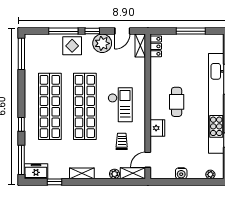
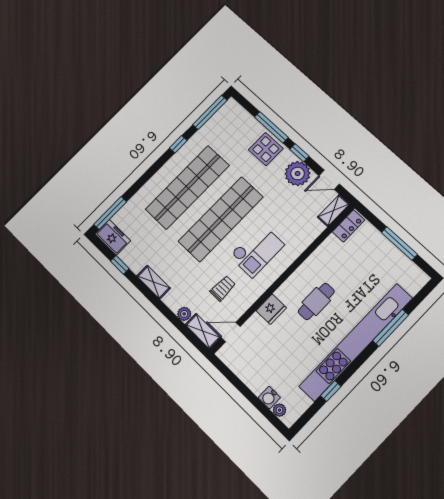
window: (21, 124) -> (178, 144), moved
water cooler: (181, 173) -> (269, 398), moved

